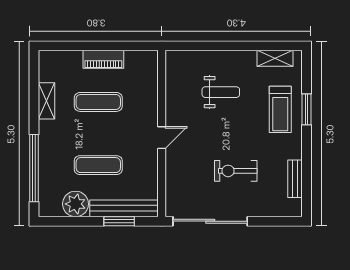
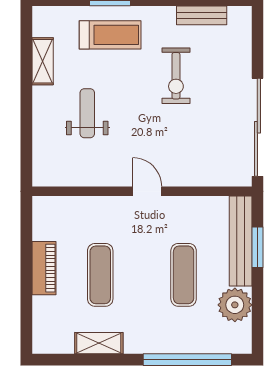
shelving: (275, 58) -> (43, 61), moved
exercise bike: (236, 171) -> (176, 76), moved

